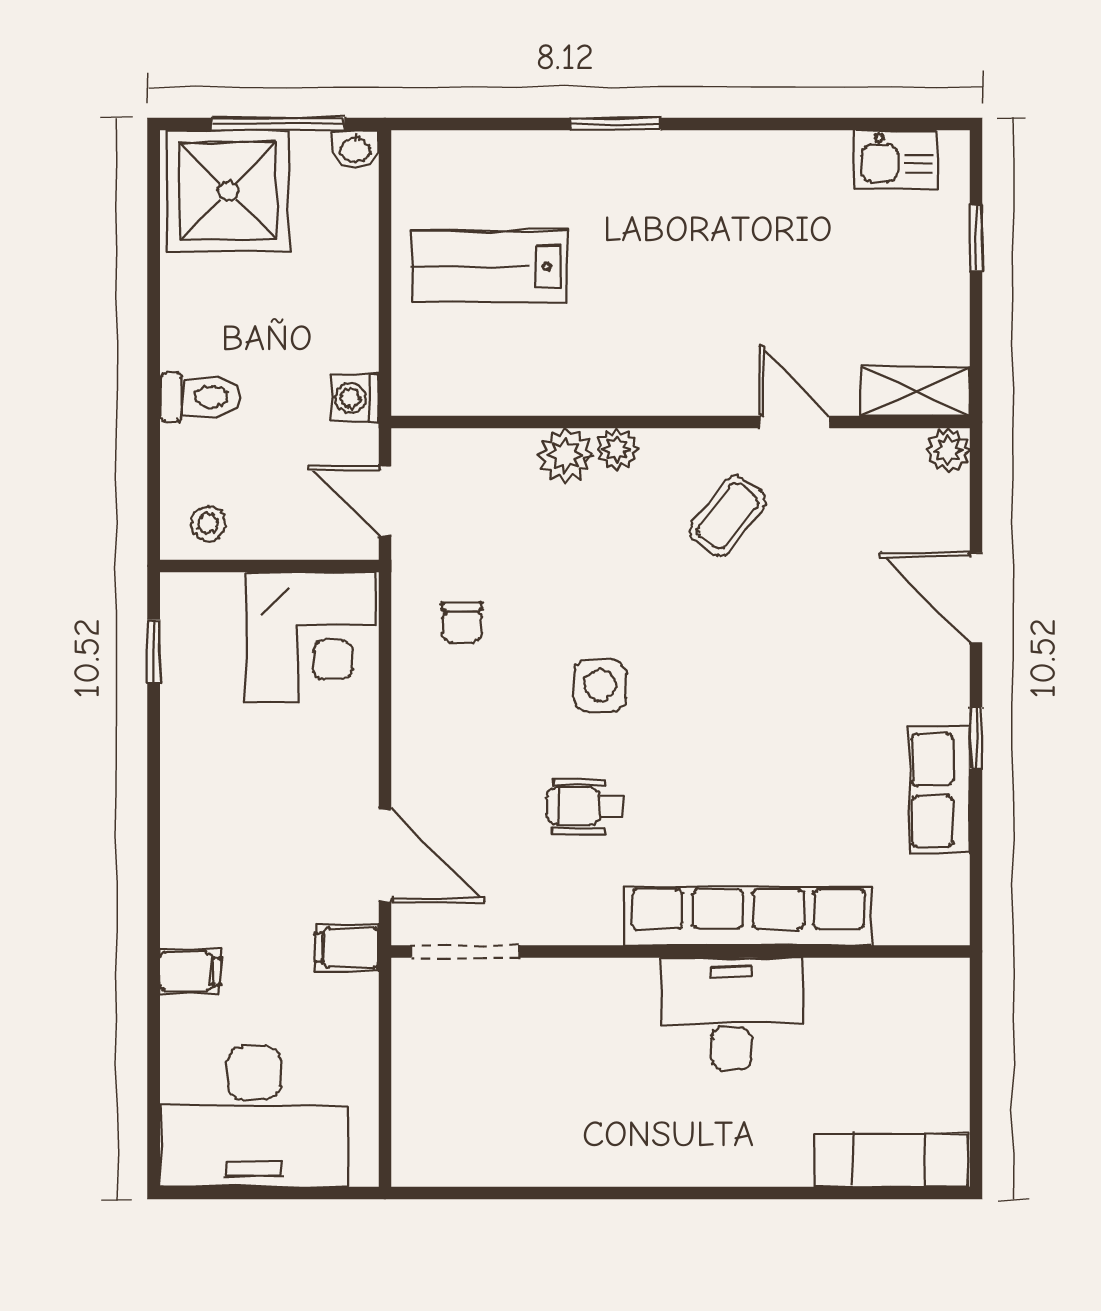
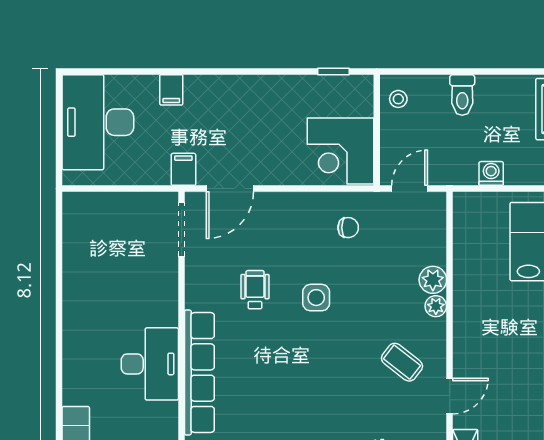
washing machine: (355, 398) -> (491, 173), moved
chair: (462, 622) -> (348, 228), turned 180

